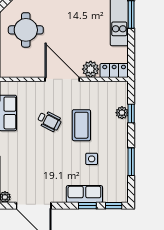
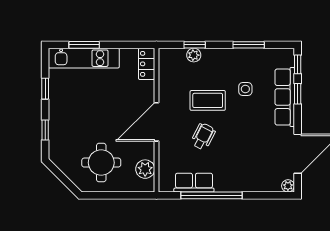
plant: (91, 69) -> (145, 169), moved
row of seats: (84, 194) -> (285, 97), width x1.48

